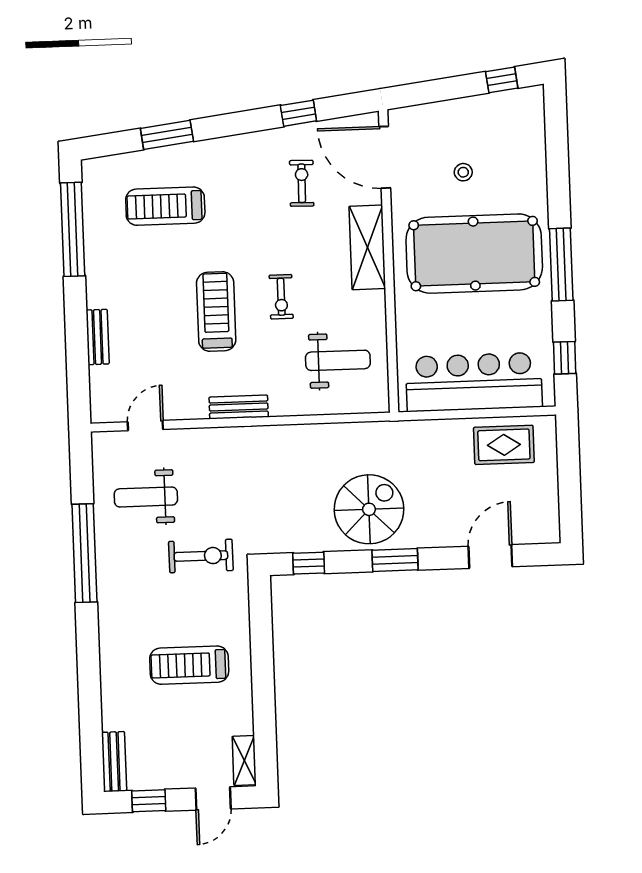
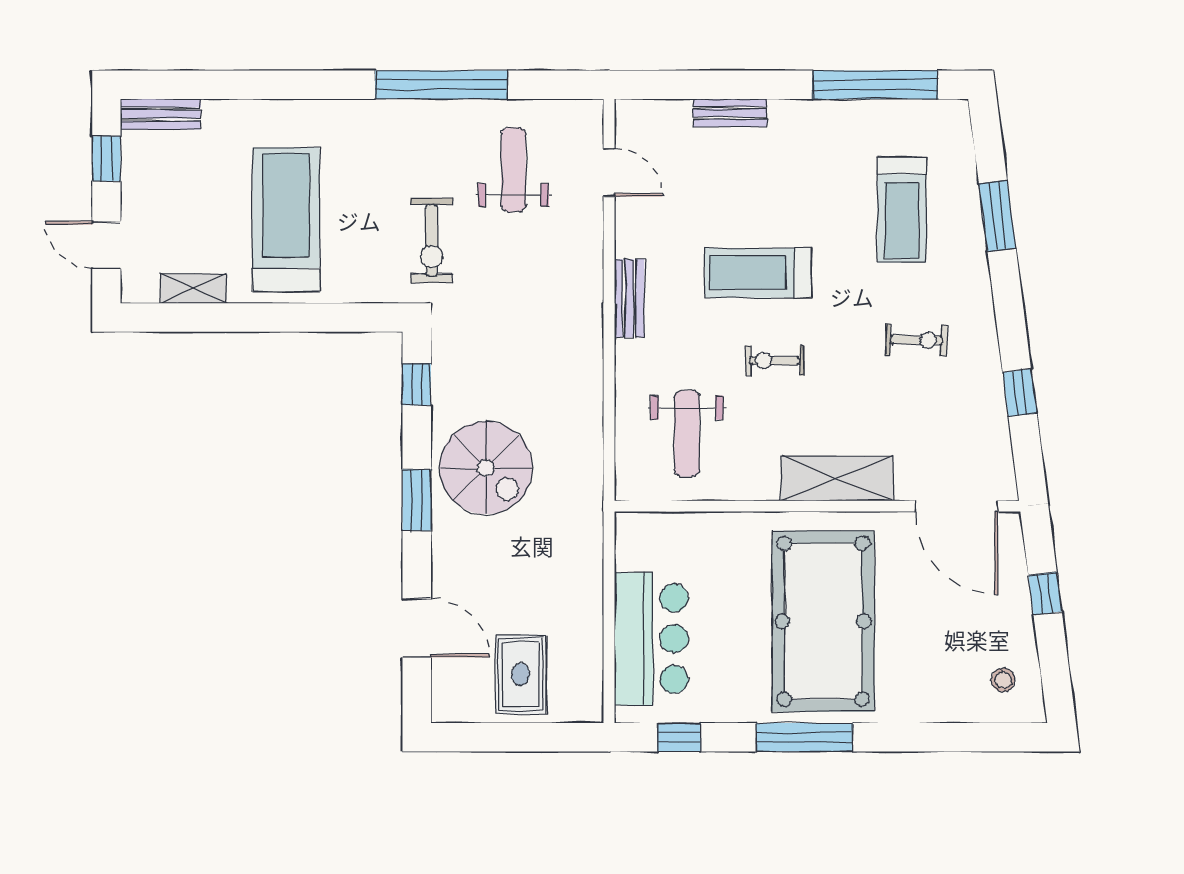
window: (502, 80) -> (1045, 593), moved
door: (385, 157) -> (956, 506), swing flipped
stool: (463, 172) -> (1003, 680), moved
exercise bike: (302, 183) -> (916, 340), moved
treadmill: (165, 206) -> (902, 210), turned 180
treadmill: (216, 311) -> (758, 273), turned 180
bar counter: (474, 382) -> (651, 639), width x0.73
rug: (504, 445) -> (521, 674), moved
treadmill: (189, 665) -> (286, 219), width x1.37, depth x1.38
shelving: (244, 760) -> (193, 288), moved

